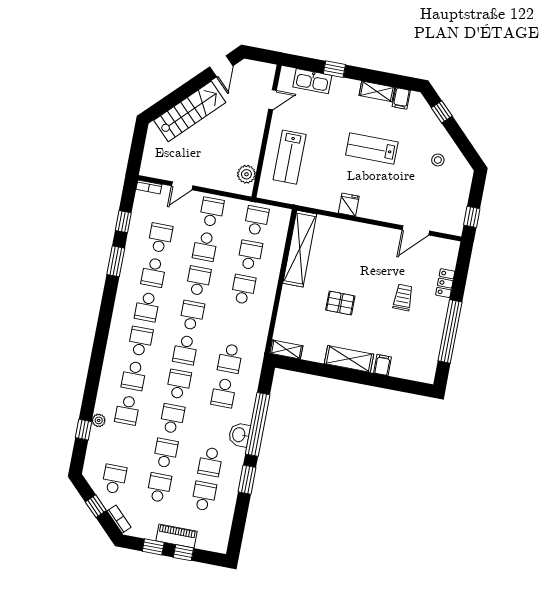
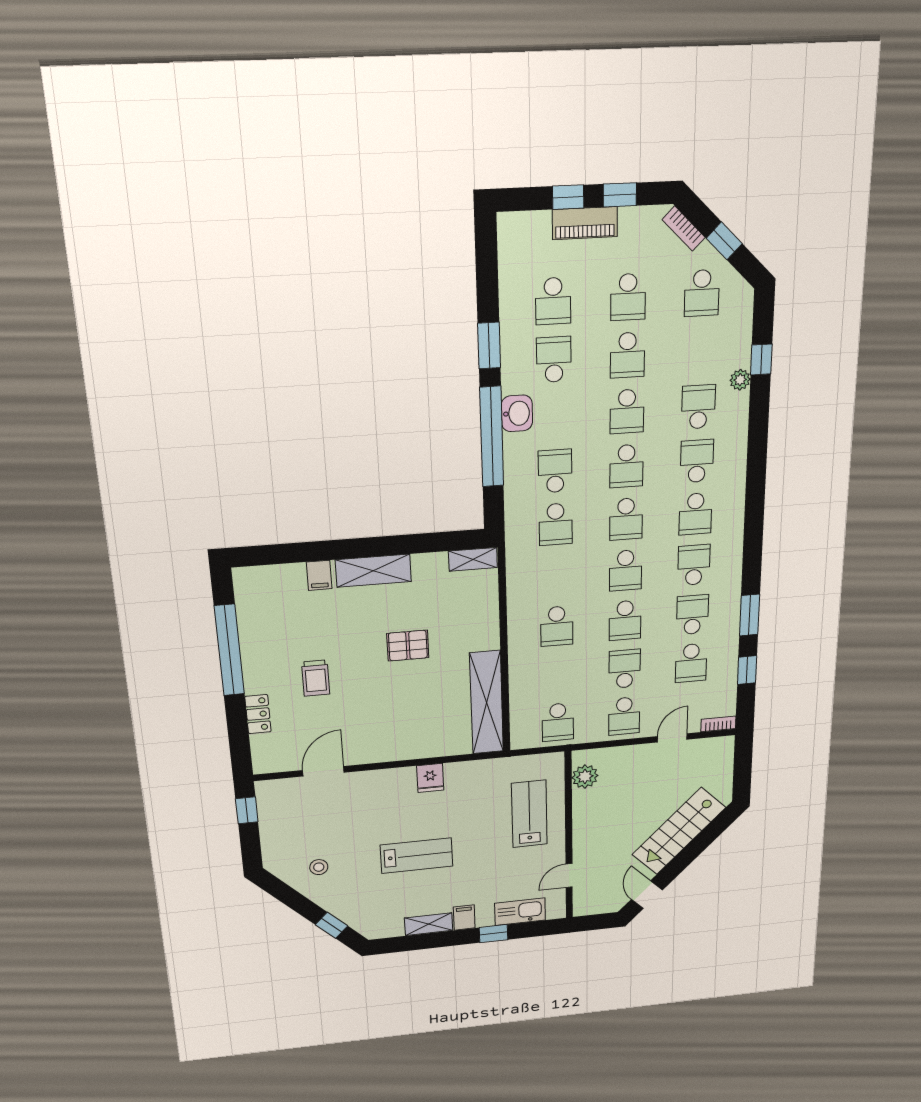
filing cabinet: (401, 98) -> (464, 917), moved
school desk: (250, 255) -> (557, 675), removed
school desk: (185, 350) -> (626, 519), turned 180
school desk: (230, 358) -> (556, 524), turned 180

